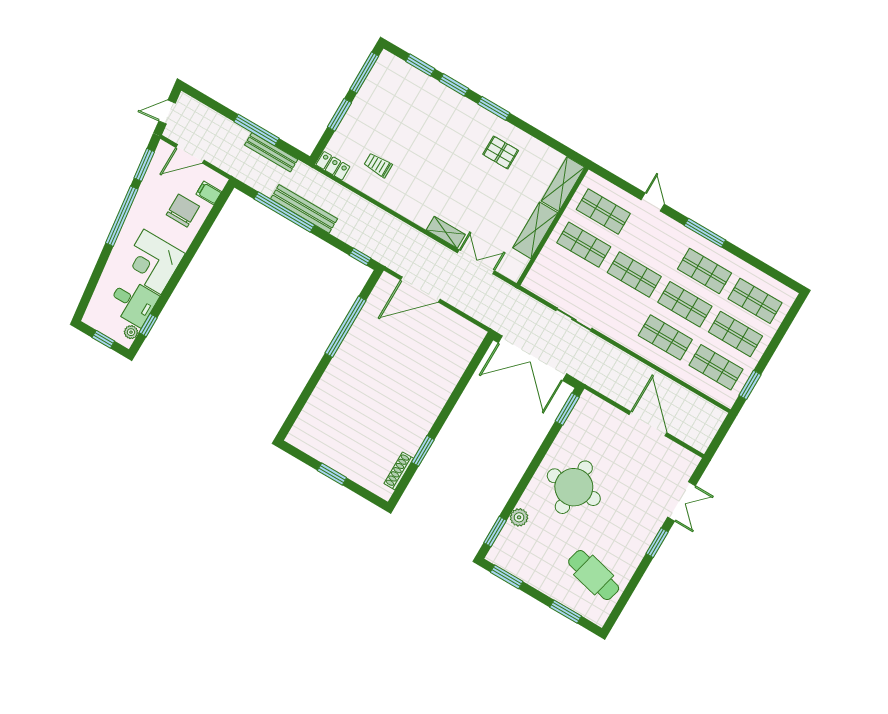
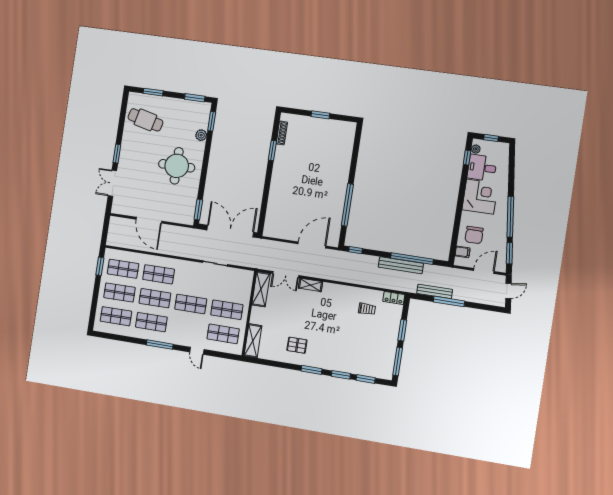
shelving: (535, 230) -> (261, 289), moved

